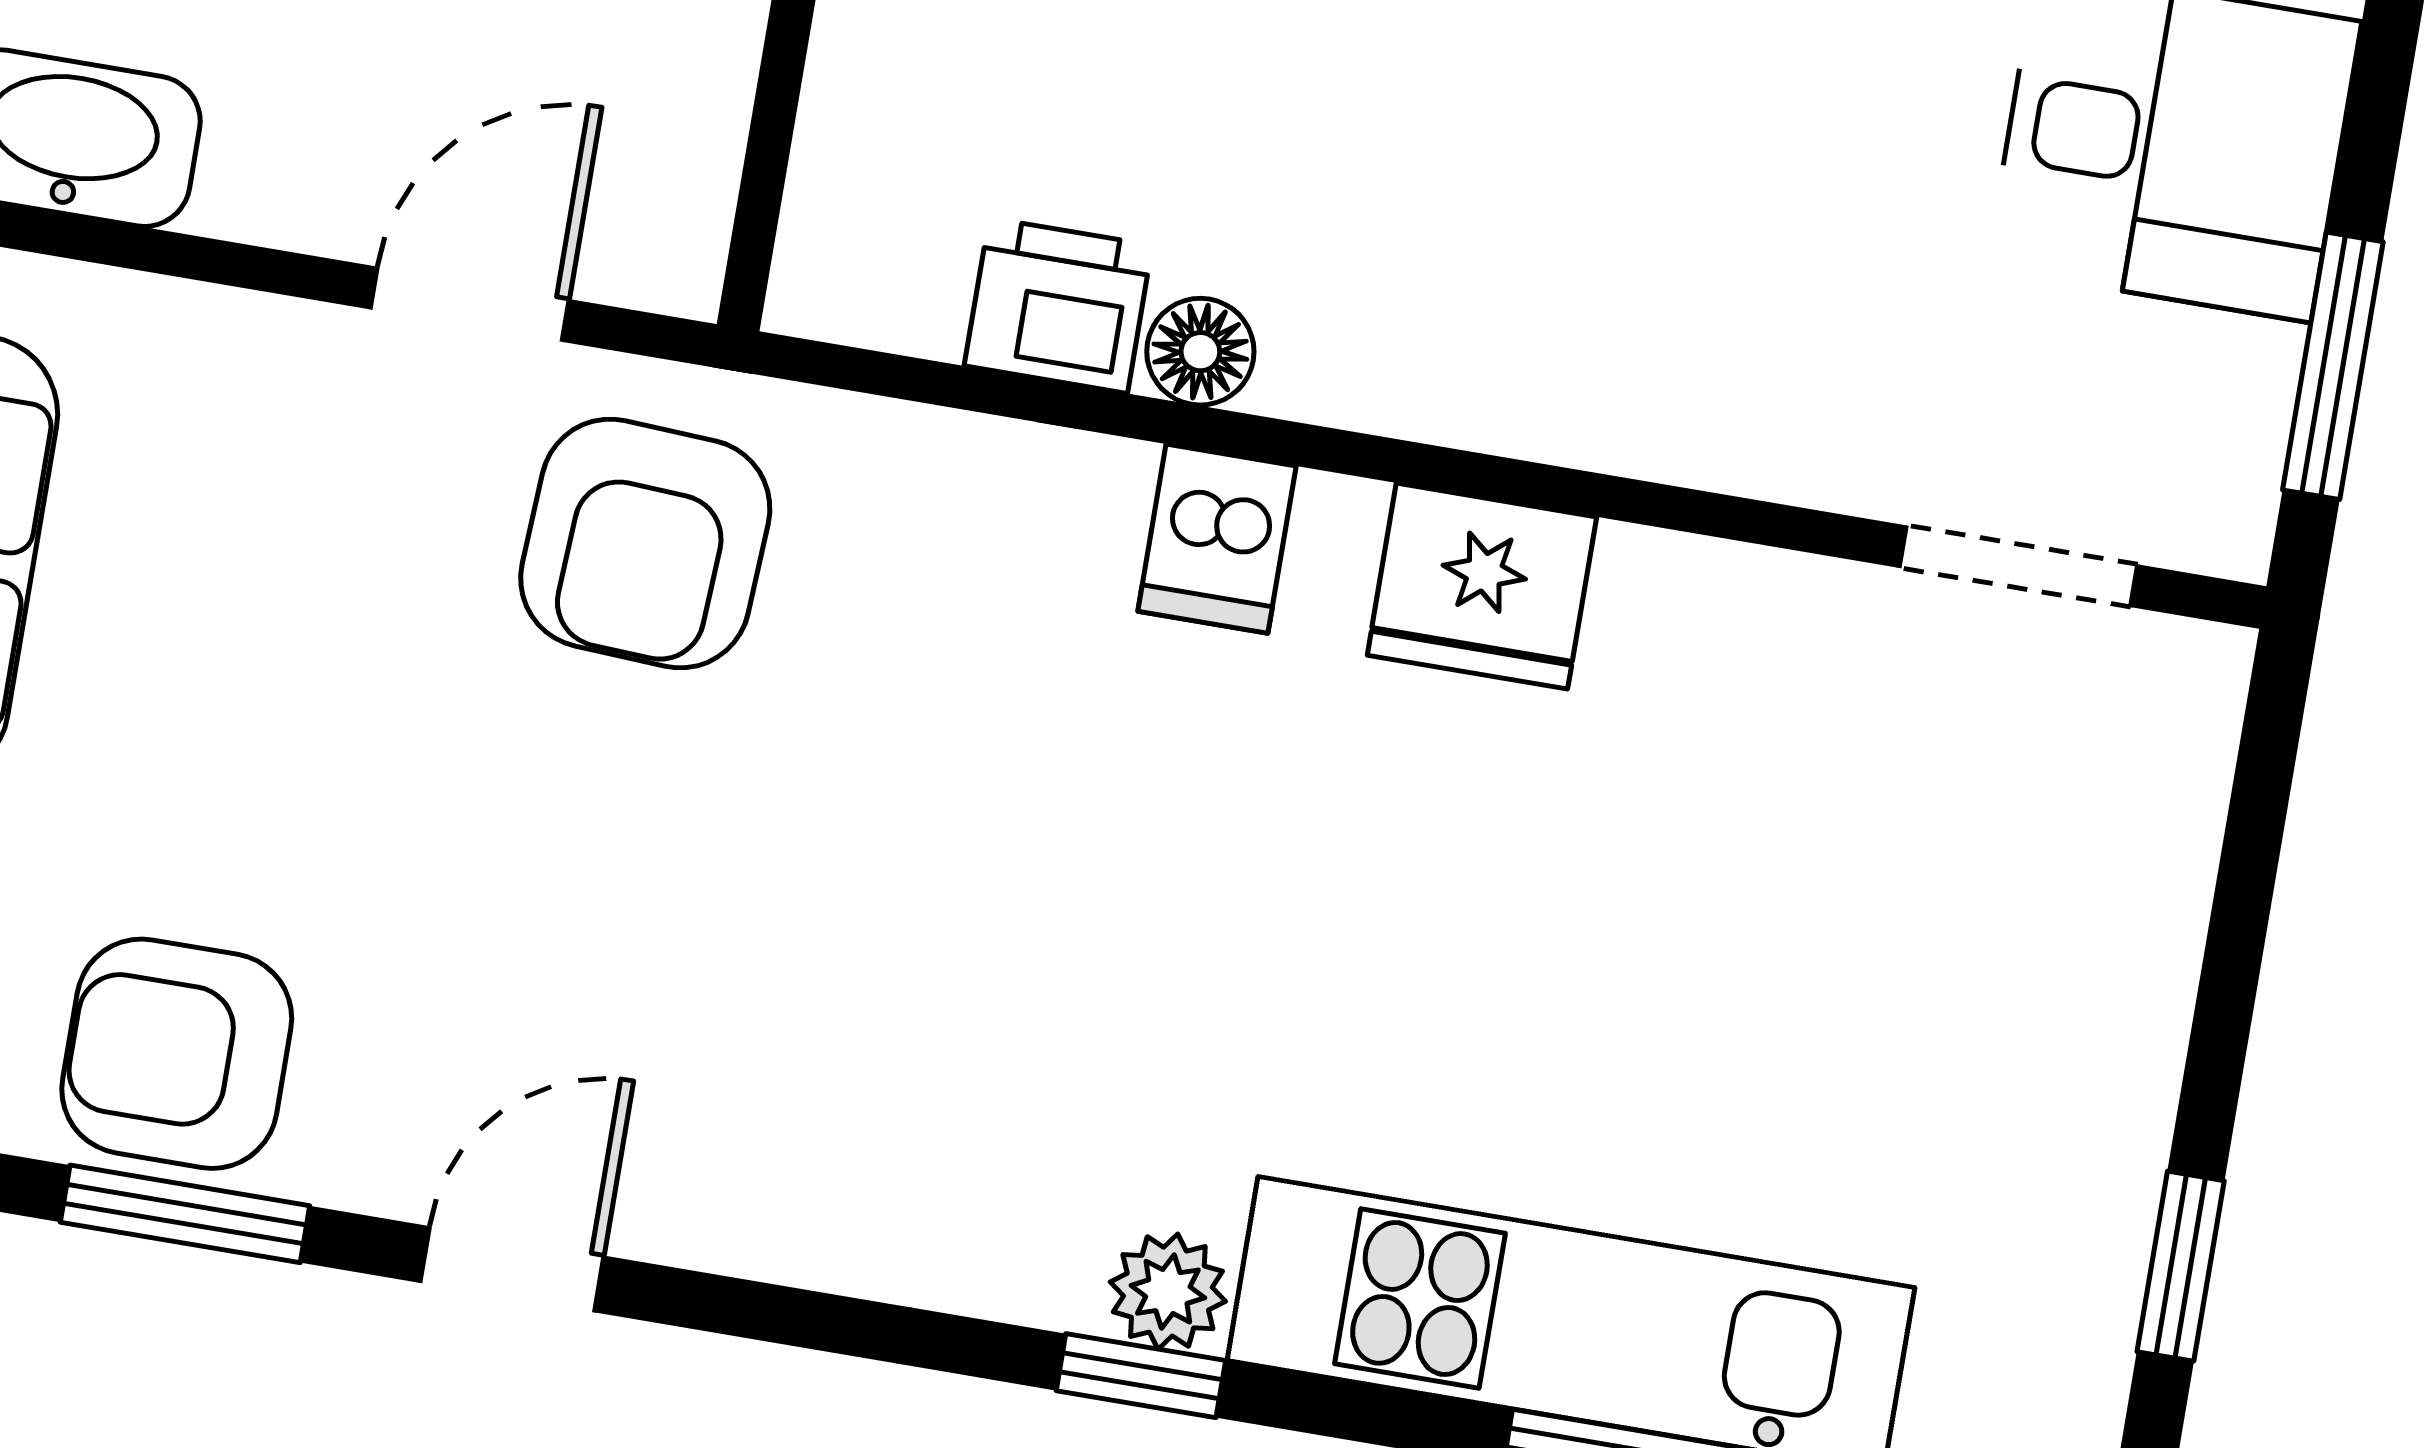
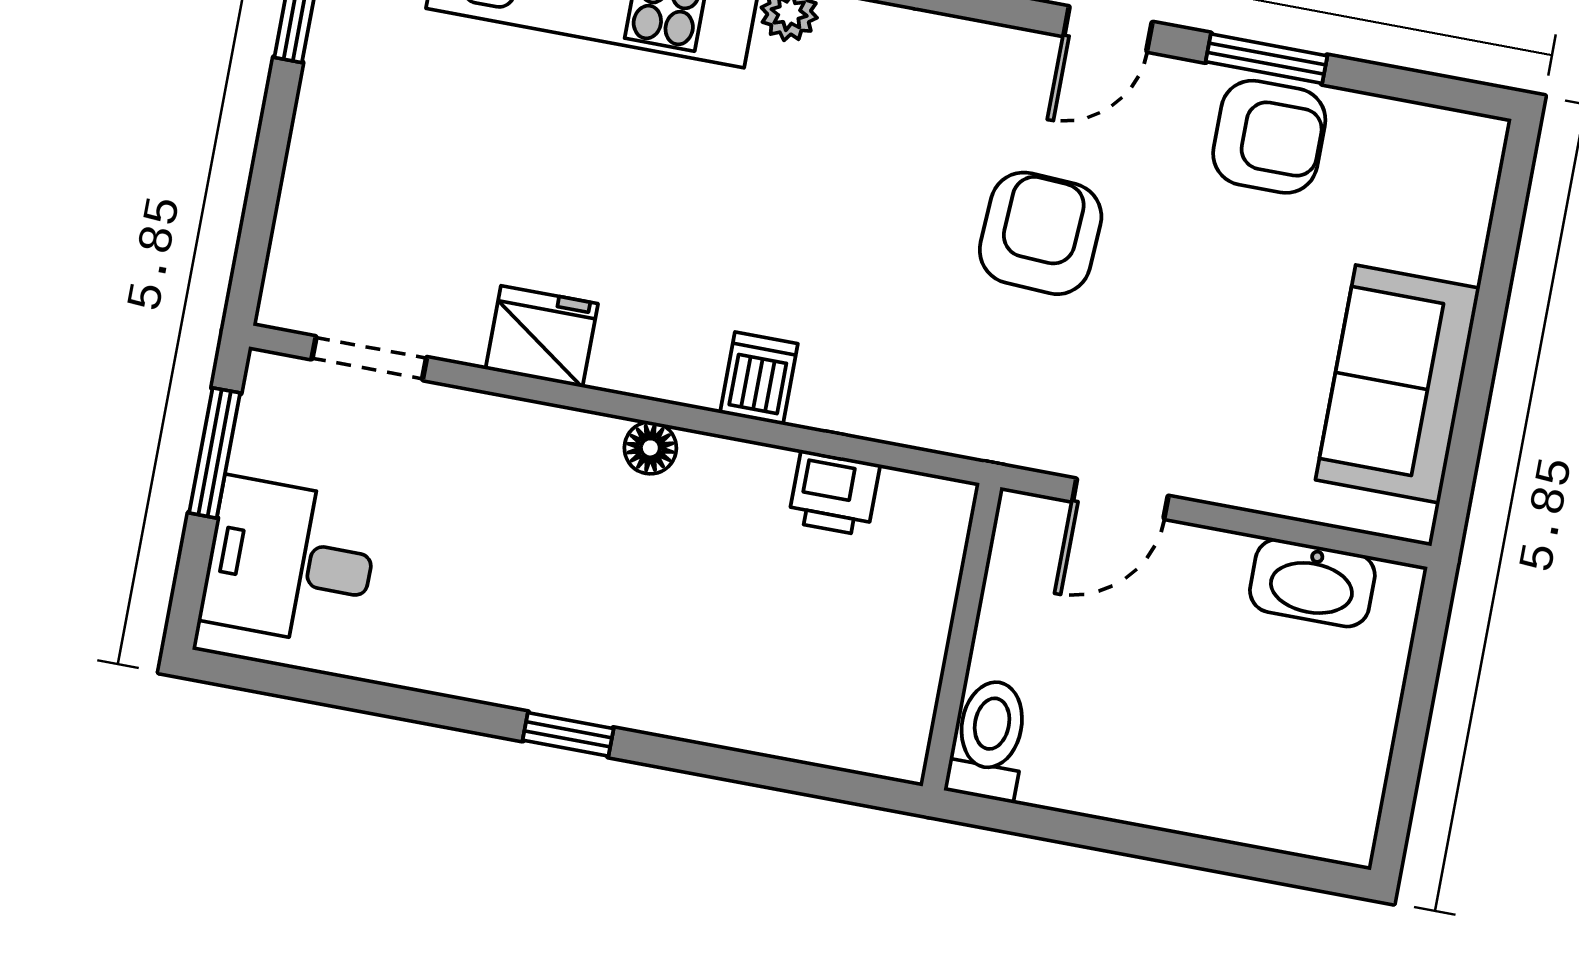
floor lamp: (1200, 352) -> (650, 448), moved
armchair: (645, 543) -> (1041, 233), moved
fridge: (1482, 586) -> (542, 336), moved

